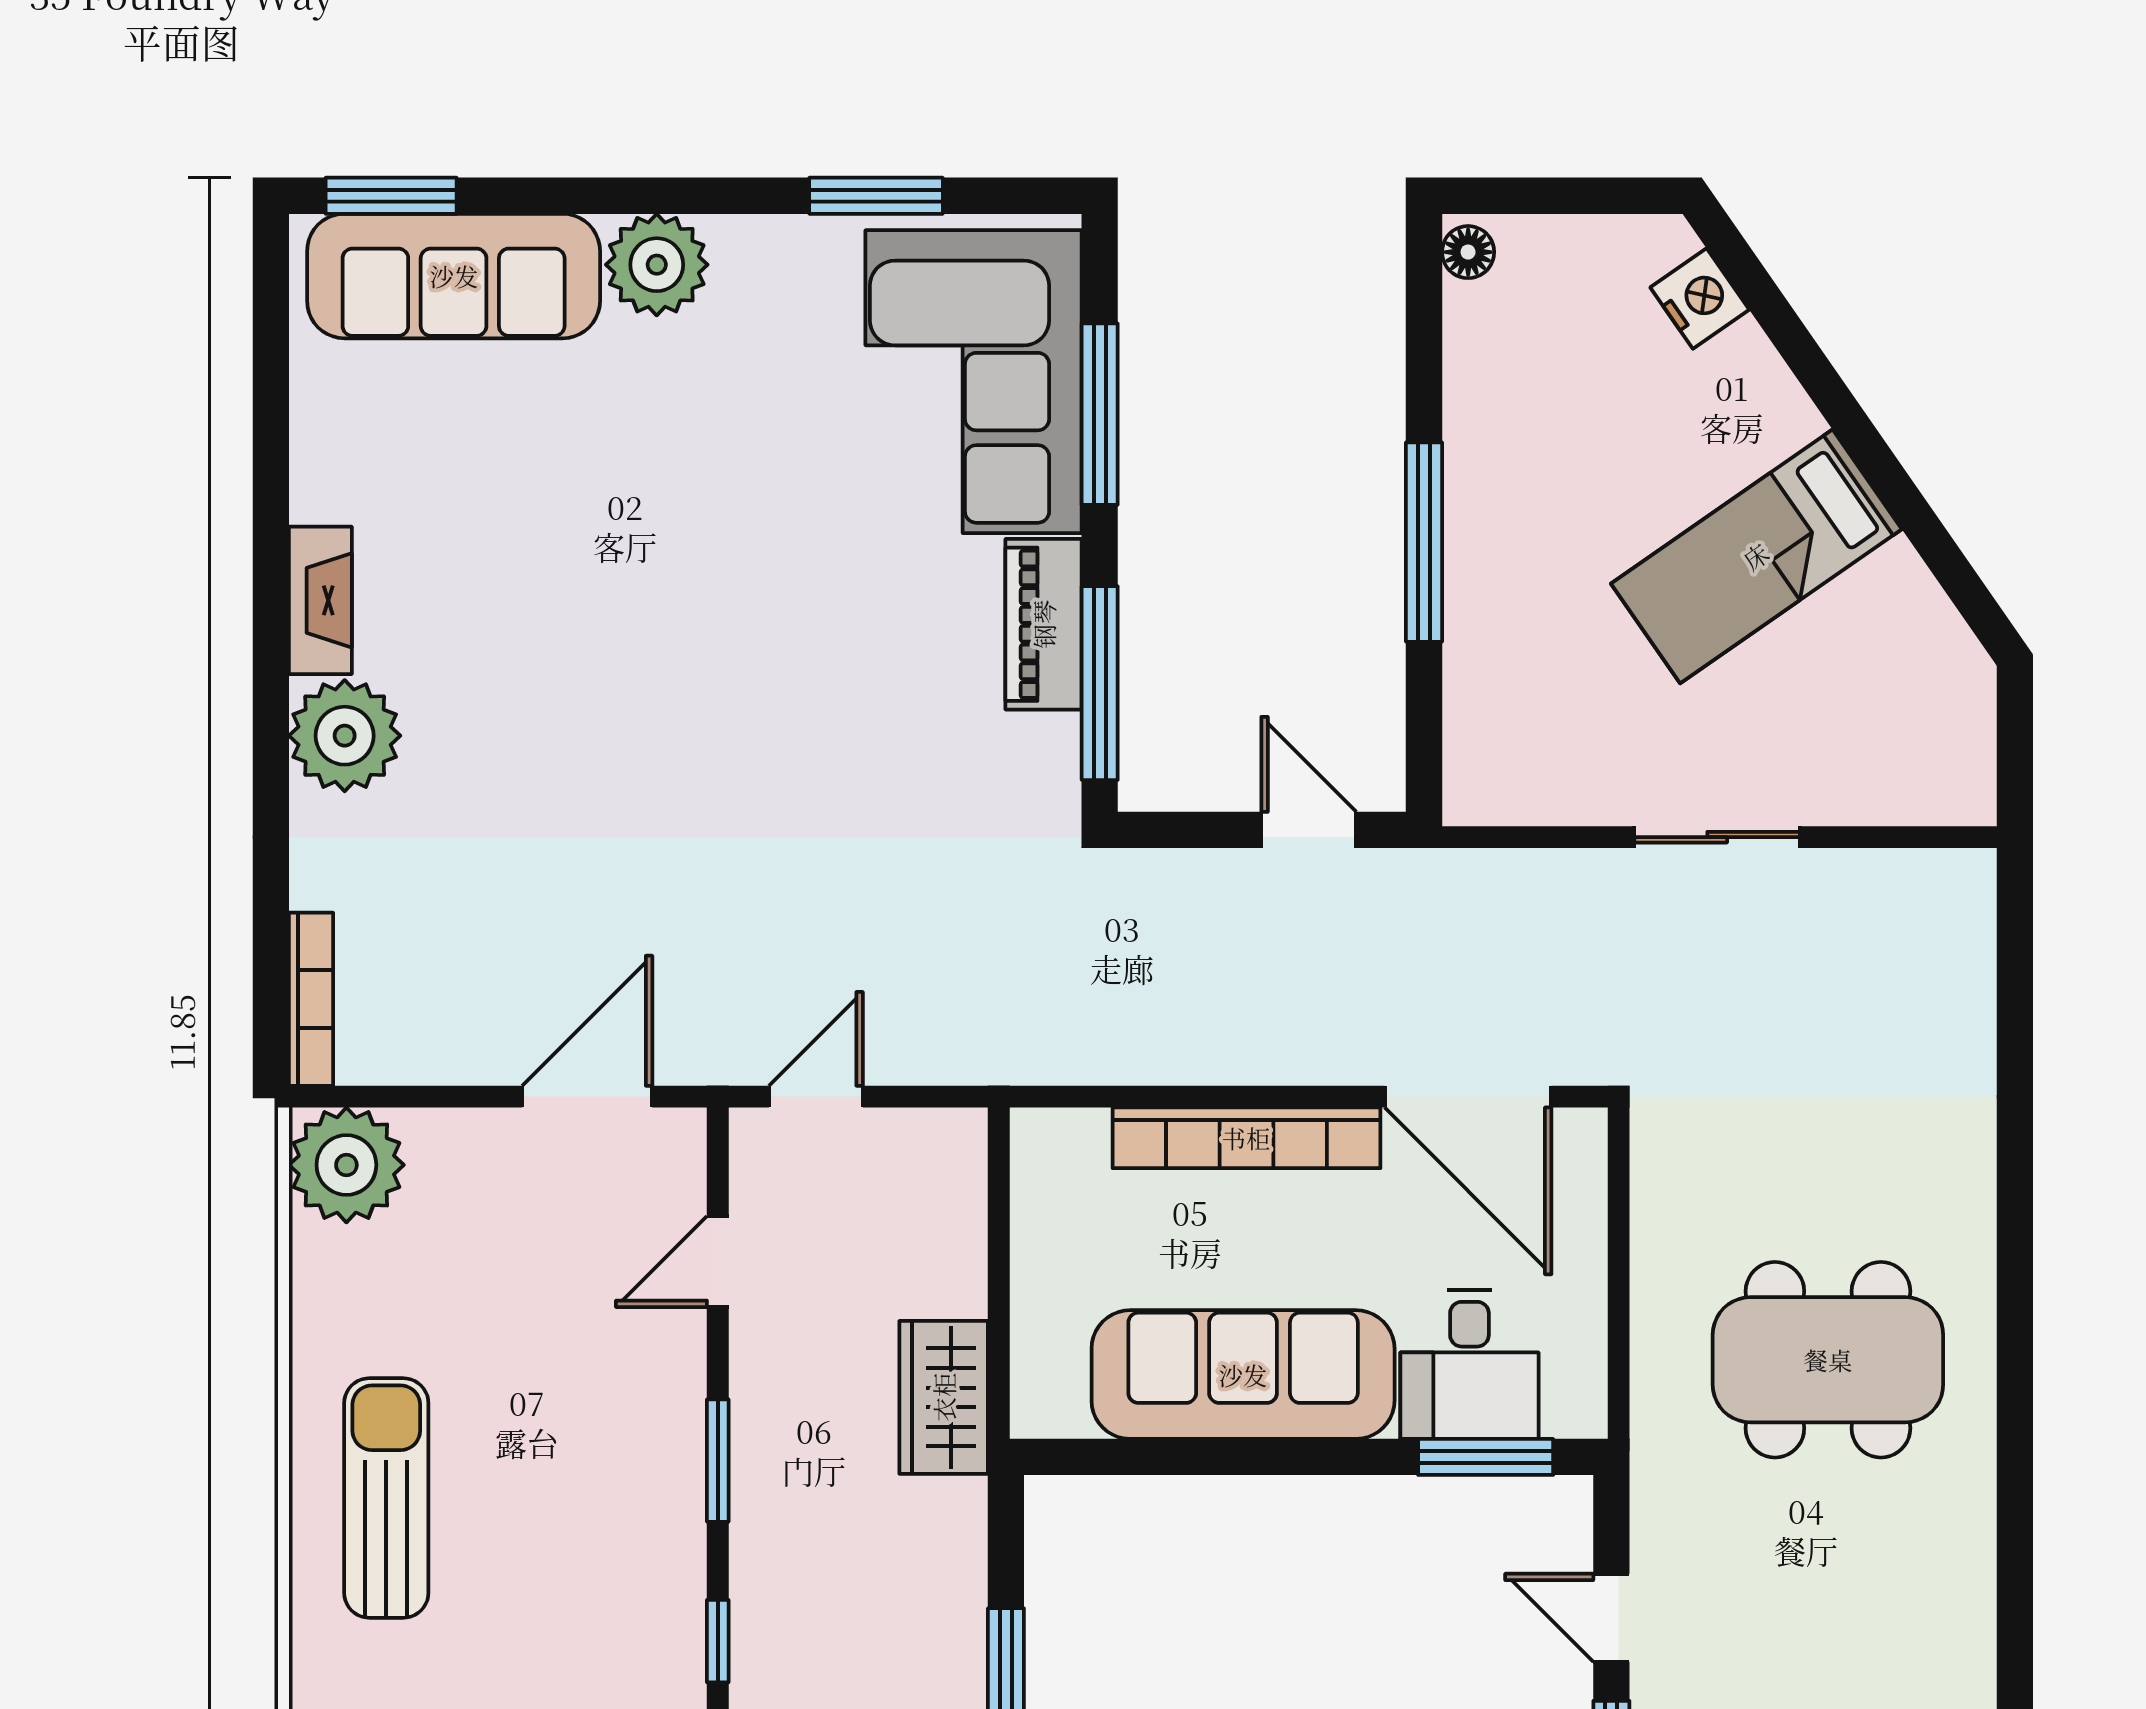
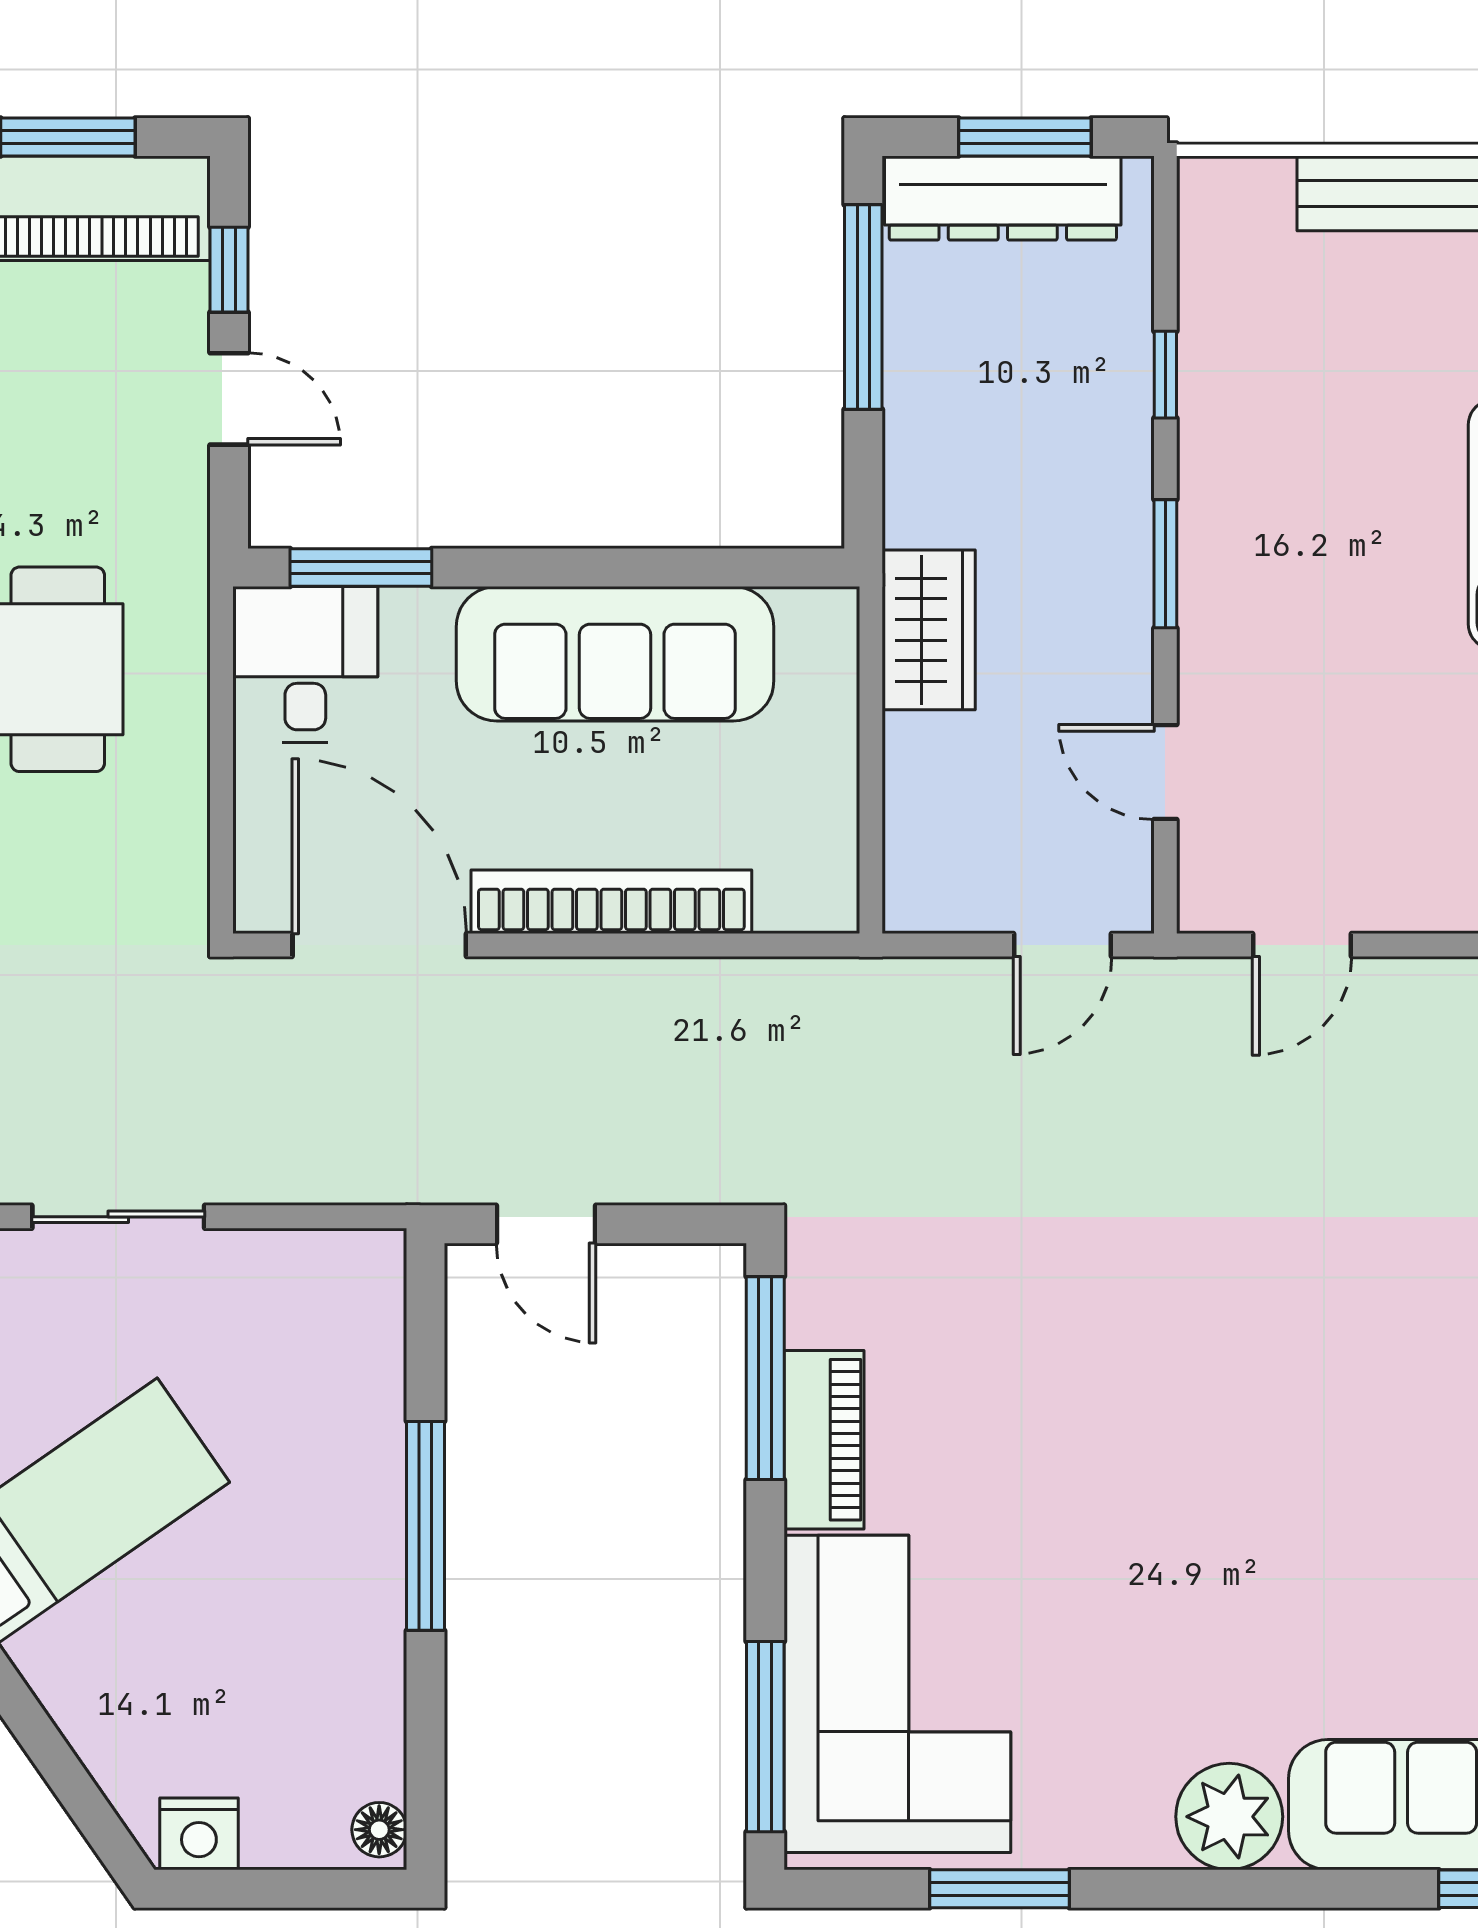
nightstand: (1700, 299) -> (199, 1834), moved, turned -55
window: (1100, 414) -> (765, 1737), moved
door: (587, 1097) -> (1302, 945), width x0.73
door: (718, 1262) -> (1165, 772), swing flipped
desk: (1469, 1364) -> (305, 664), moved

